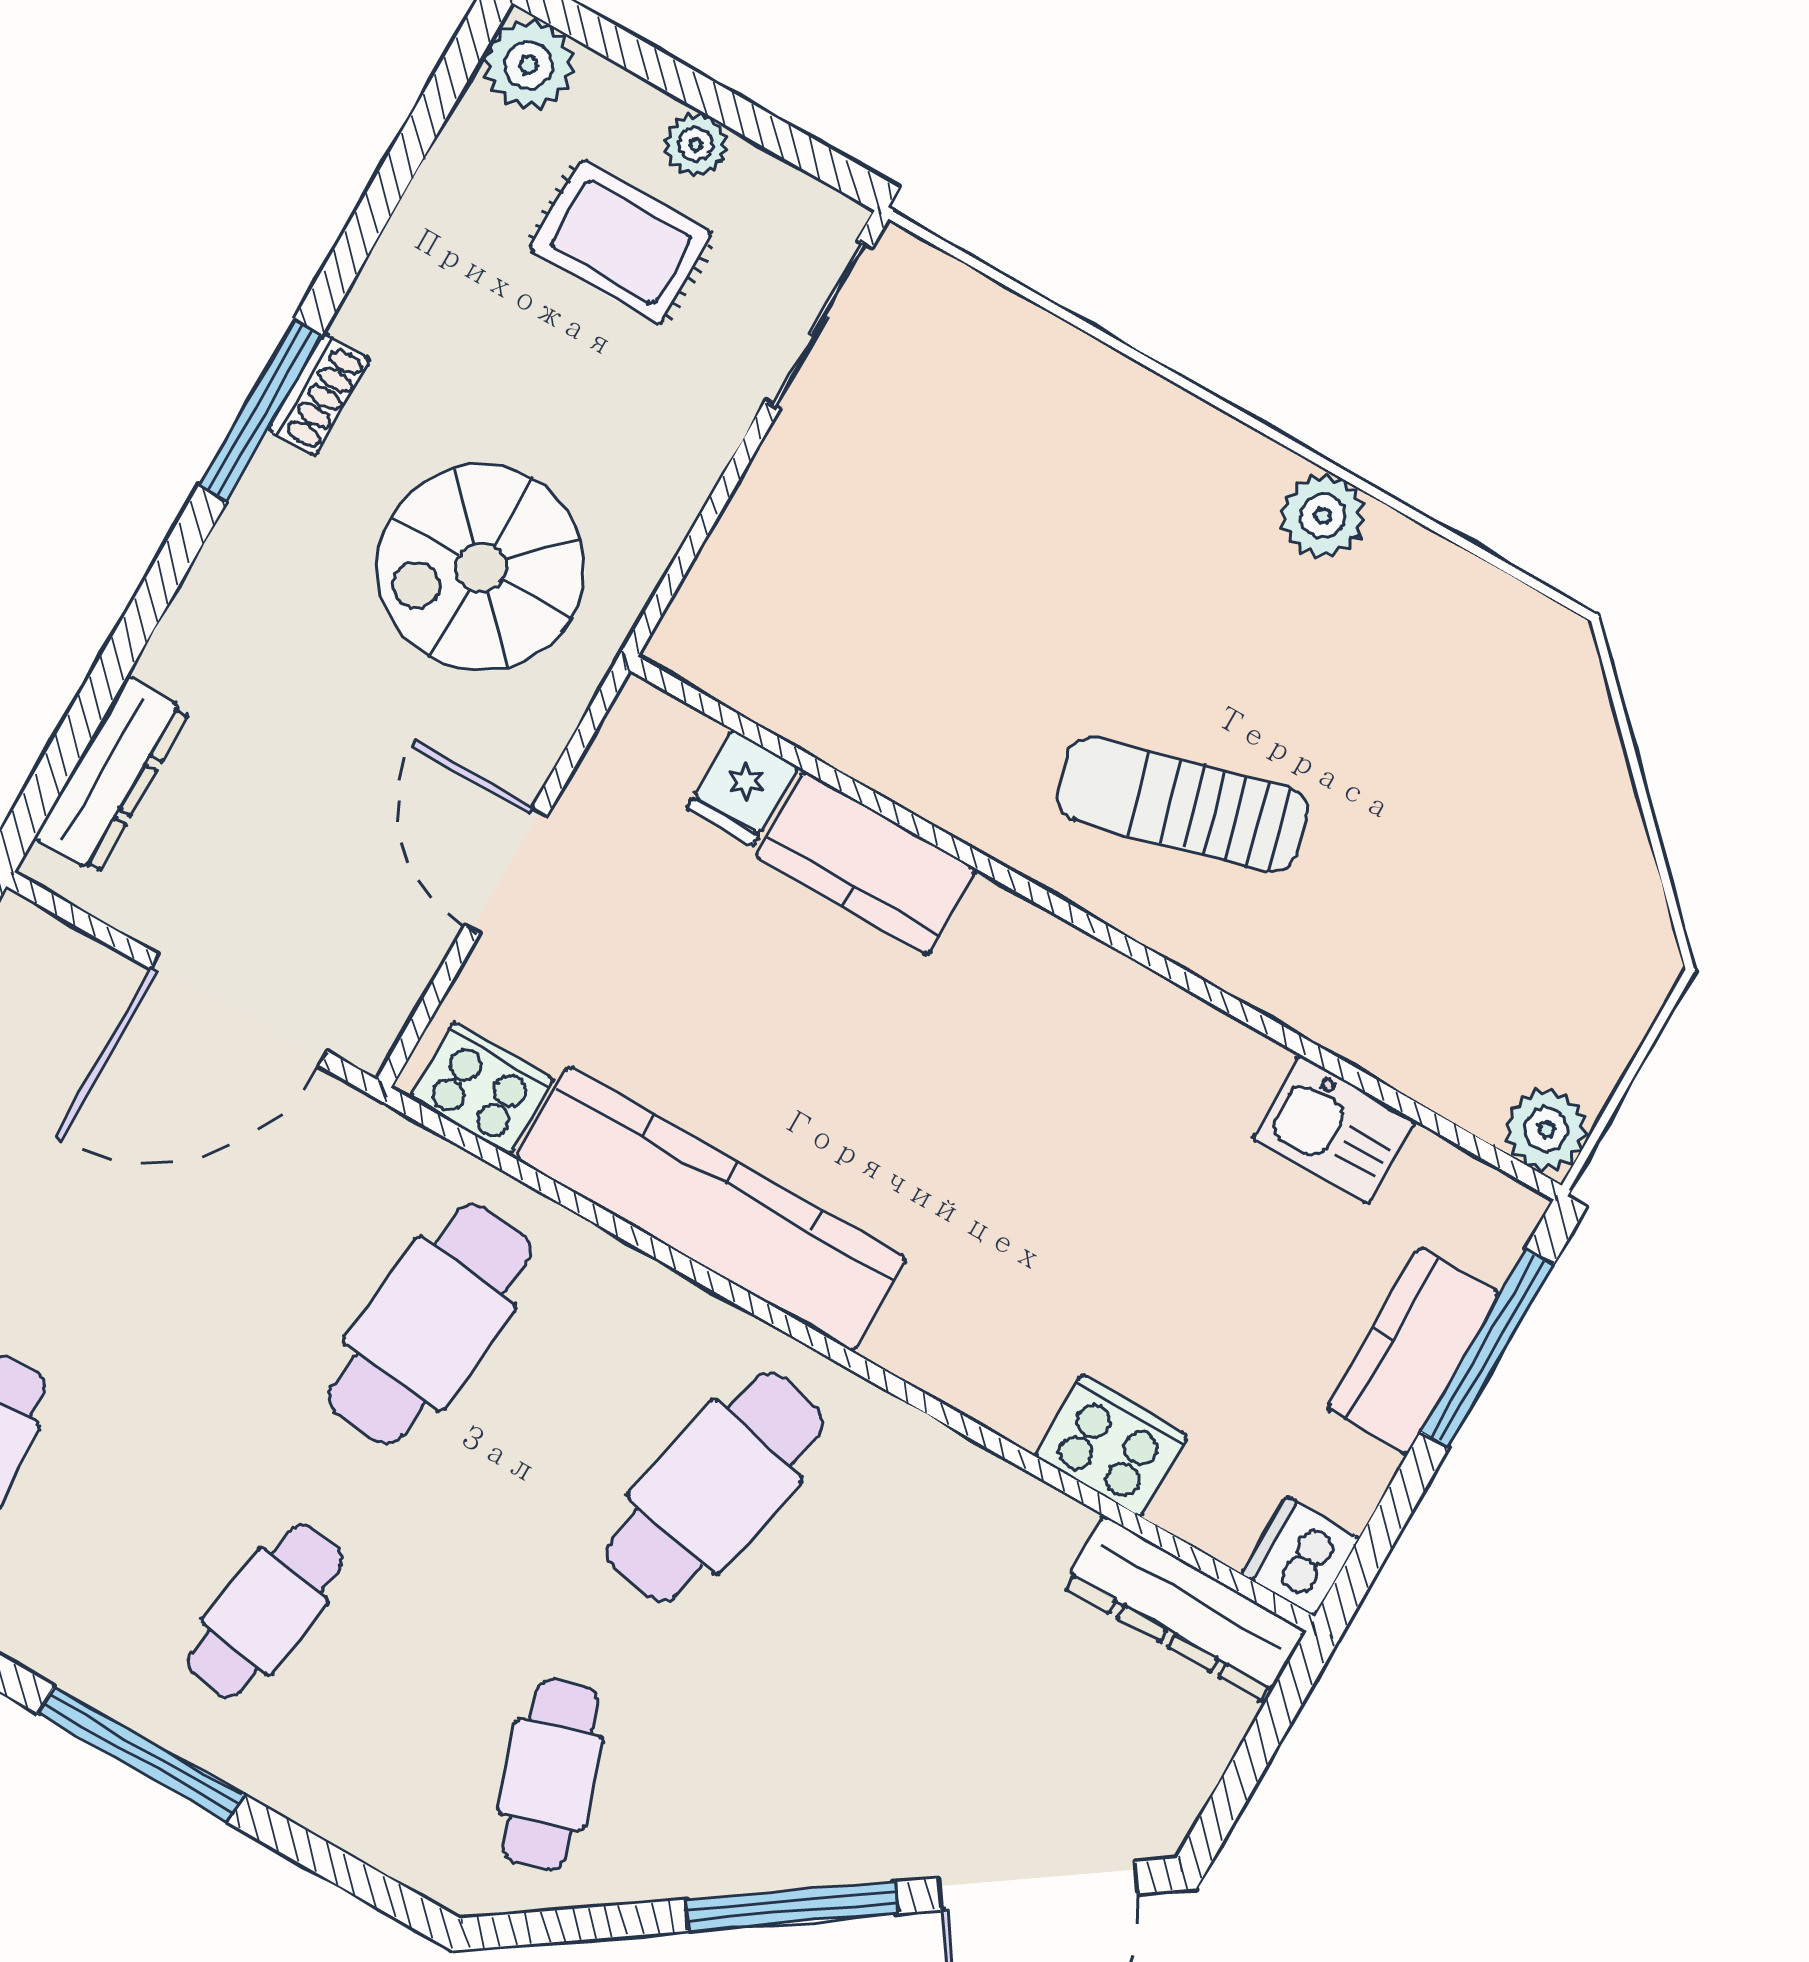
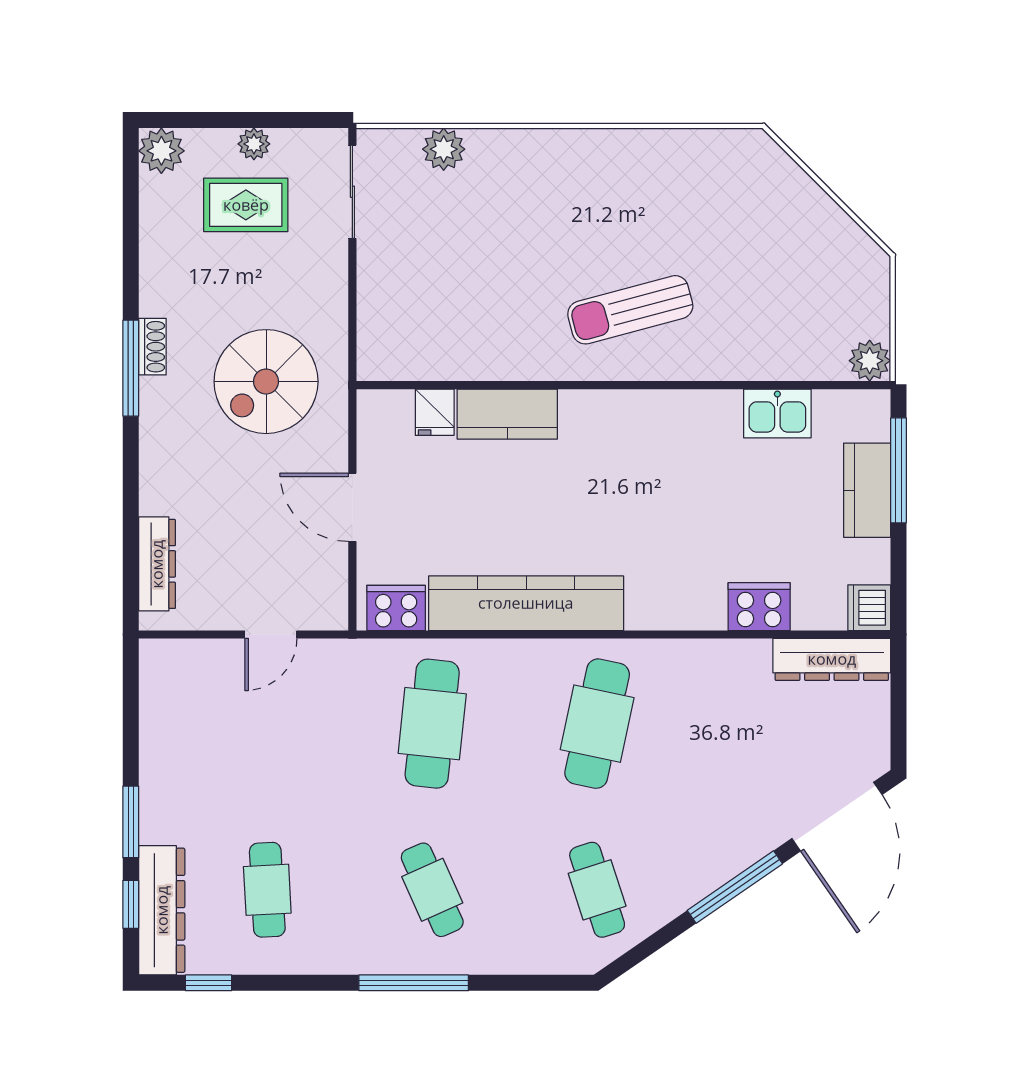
plant: (1323, 516) -> (444, 149), moved
door: (239, 1010) -> (271, 635), width x0.53
cafe table: (265, 1611) -> (432, 890), turned -33

